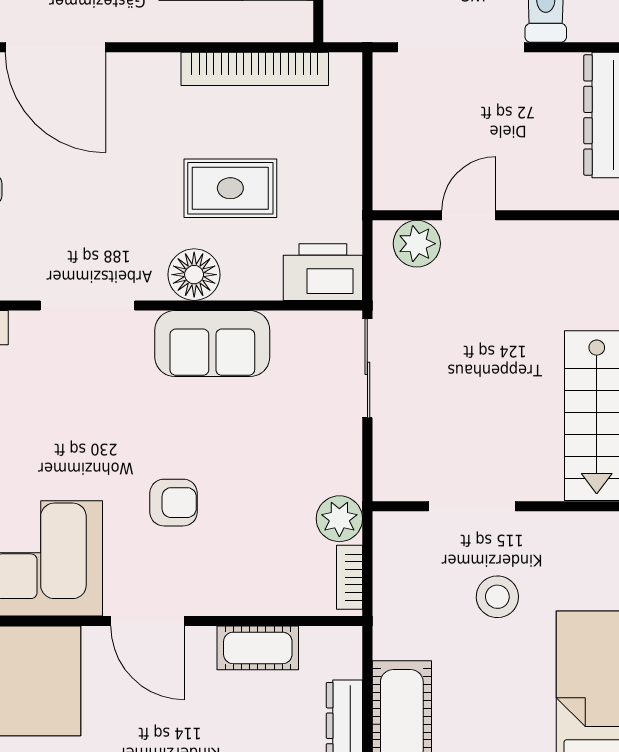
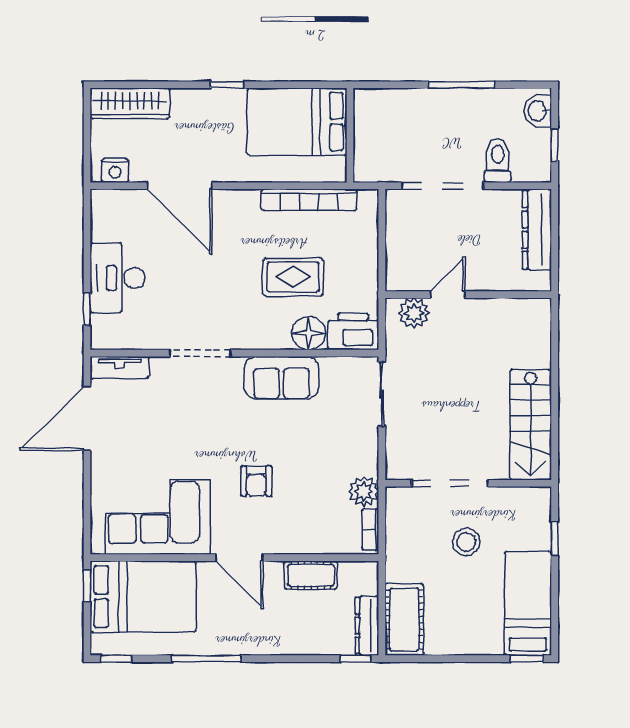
floor lamp: (194, 275) -> (309, 333), moved
armchair: (174, 503) -> (256, 481), turned 90
doorway: (472, 506) -> (450, 483), width x1.36

